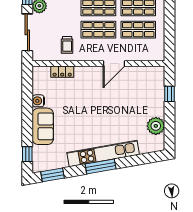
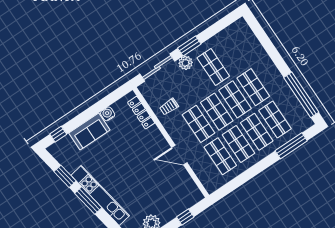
locker: (62, 72) -> (141, 113), width x1.53
window: (53, 175) -> (65, 176), moved

